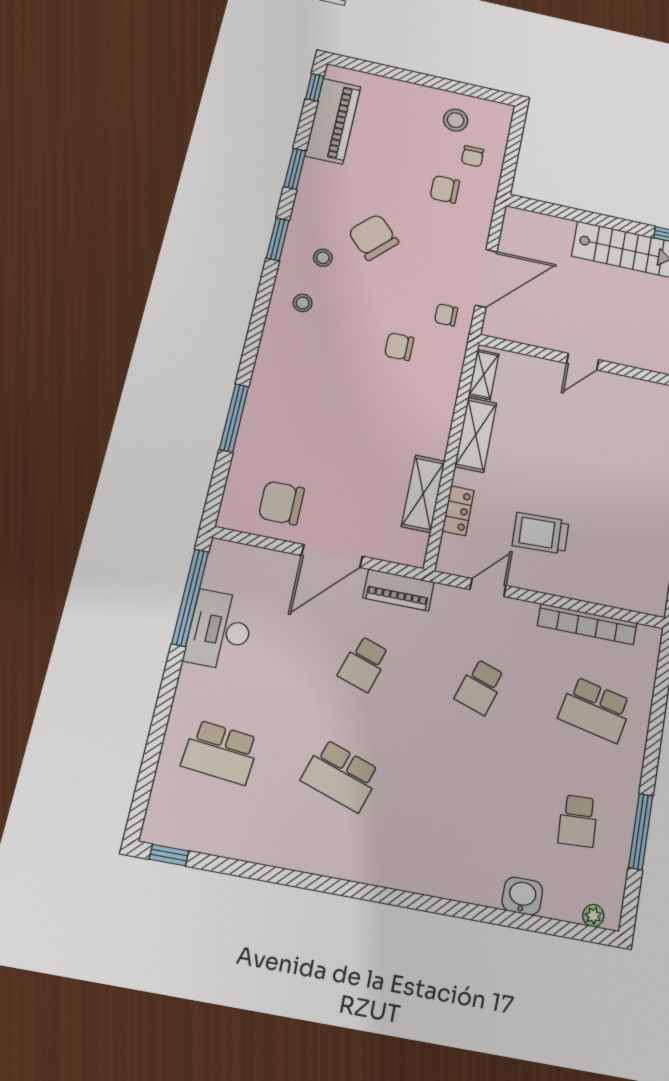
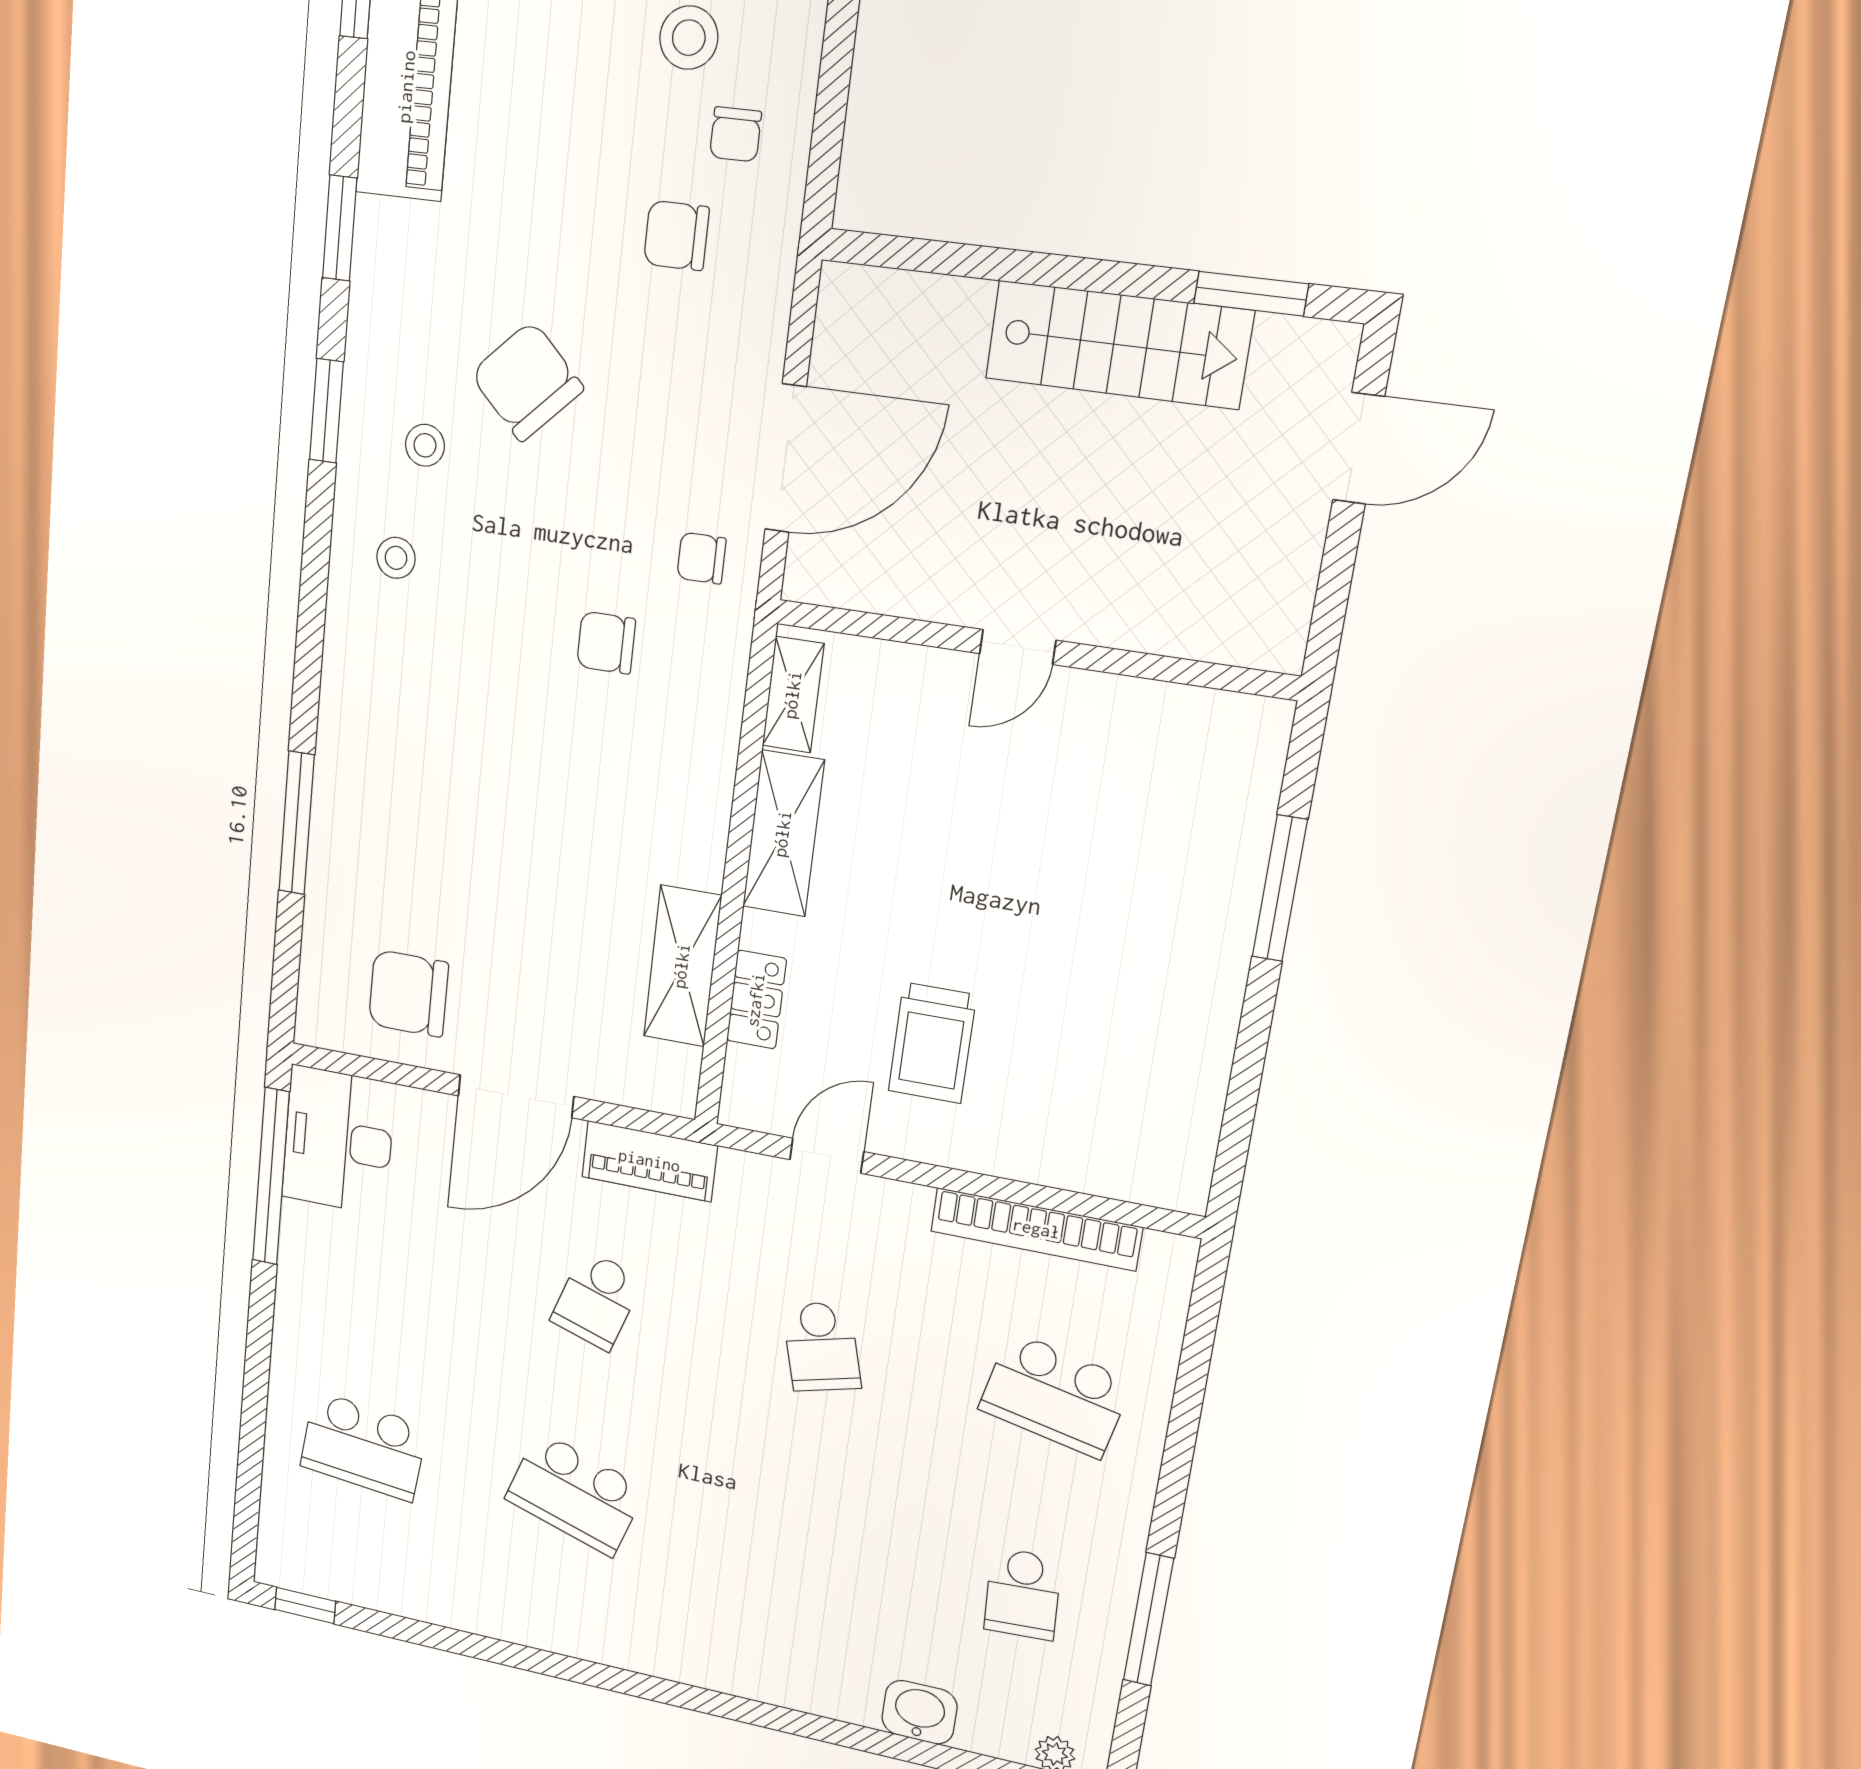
trolley: (541, 533) -> (932, 1043), turned -88
desk: (220, 630) -> (338, 1140), moved
school desk: (480, 687) -> (822, 1347), turned -33

